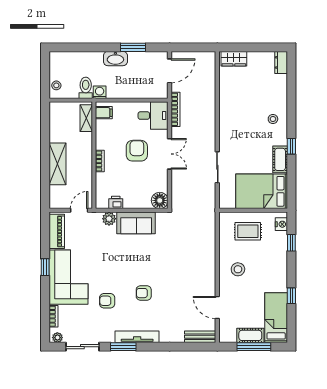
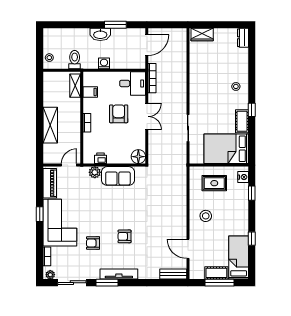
washing machine: (100, 92) -> (104, 63), moved
filing cabinet: (104, 113) -> (90, 92), moved

